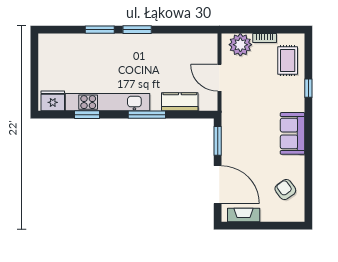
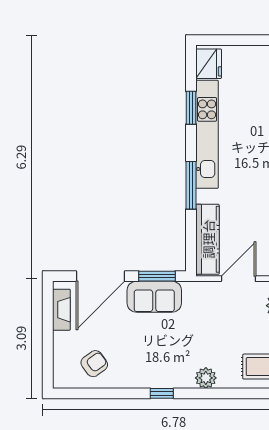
window: (308, 88) -> (162, 393), moved
kitchen counter: (180, 102) -> (208, 239), width x1.50
plant: (297, 103) -> (206, 378), added
sofa: (293, 133) -> (154, 297), moved, turned 180

